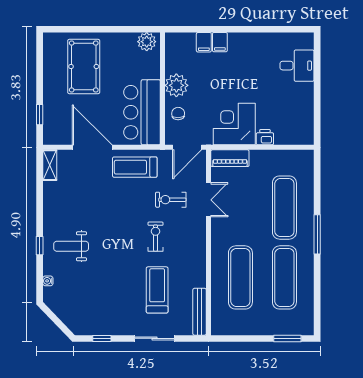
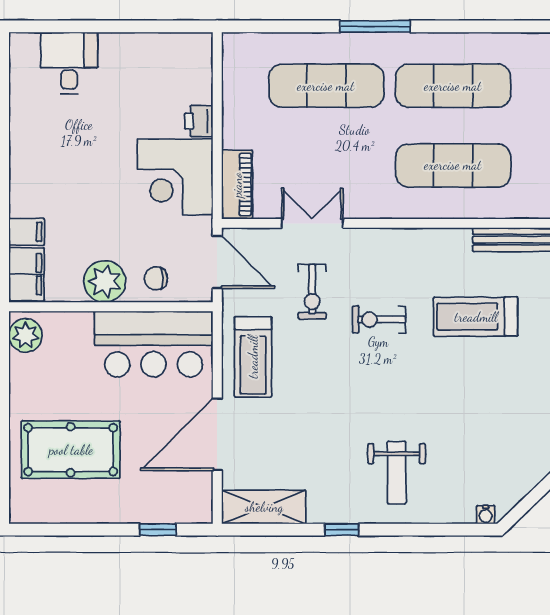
filing cabinet: (220, 42) -> (27, 274), moved, width x2.00
shelving: (50, 165) -> (264, 507), width x1.50, depth x1.33
window: (40, 246) -> (342, 530), moved
water cooler: (48, 281) -> (486, 515), moved

